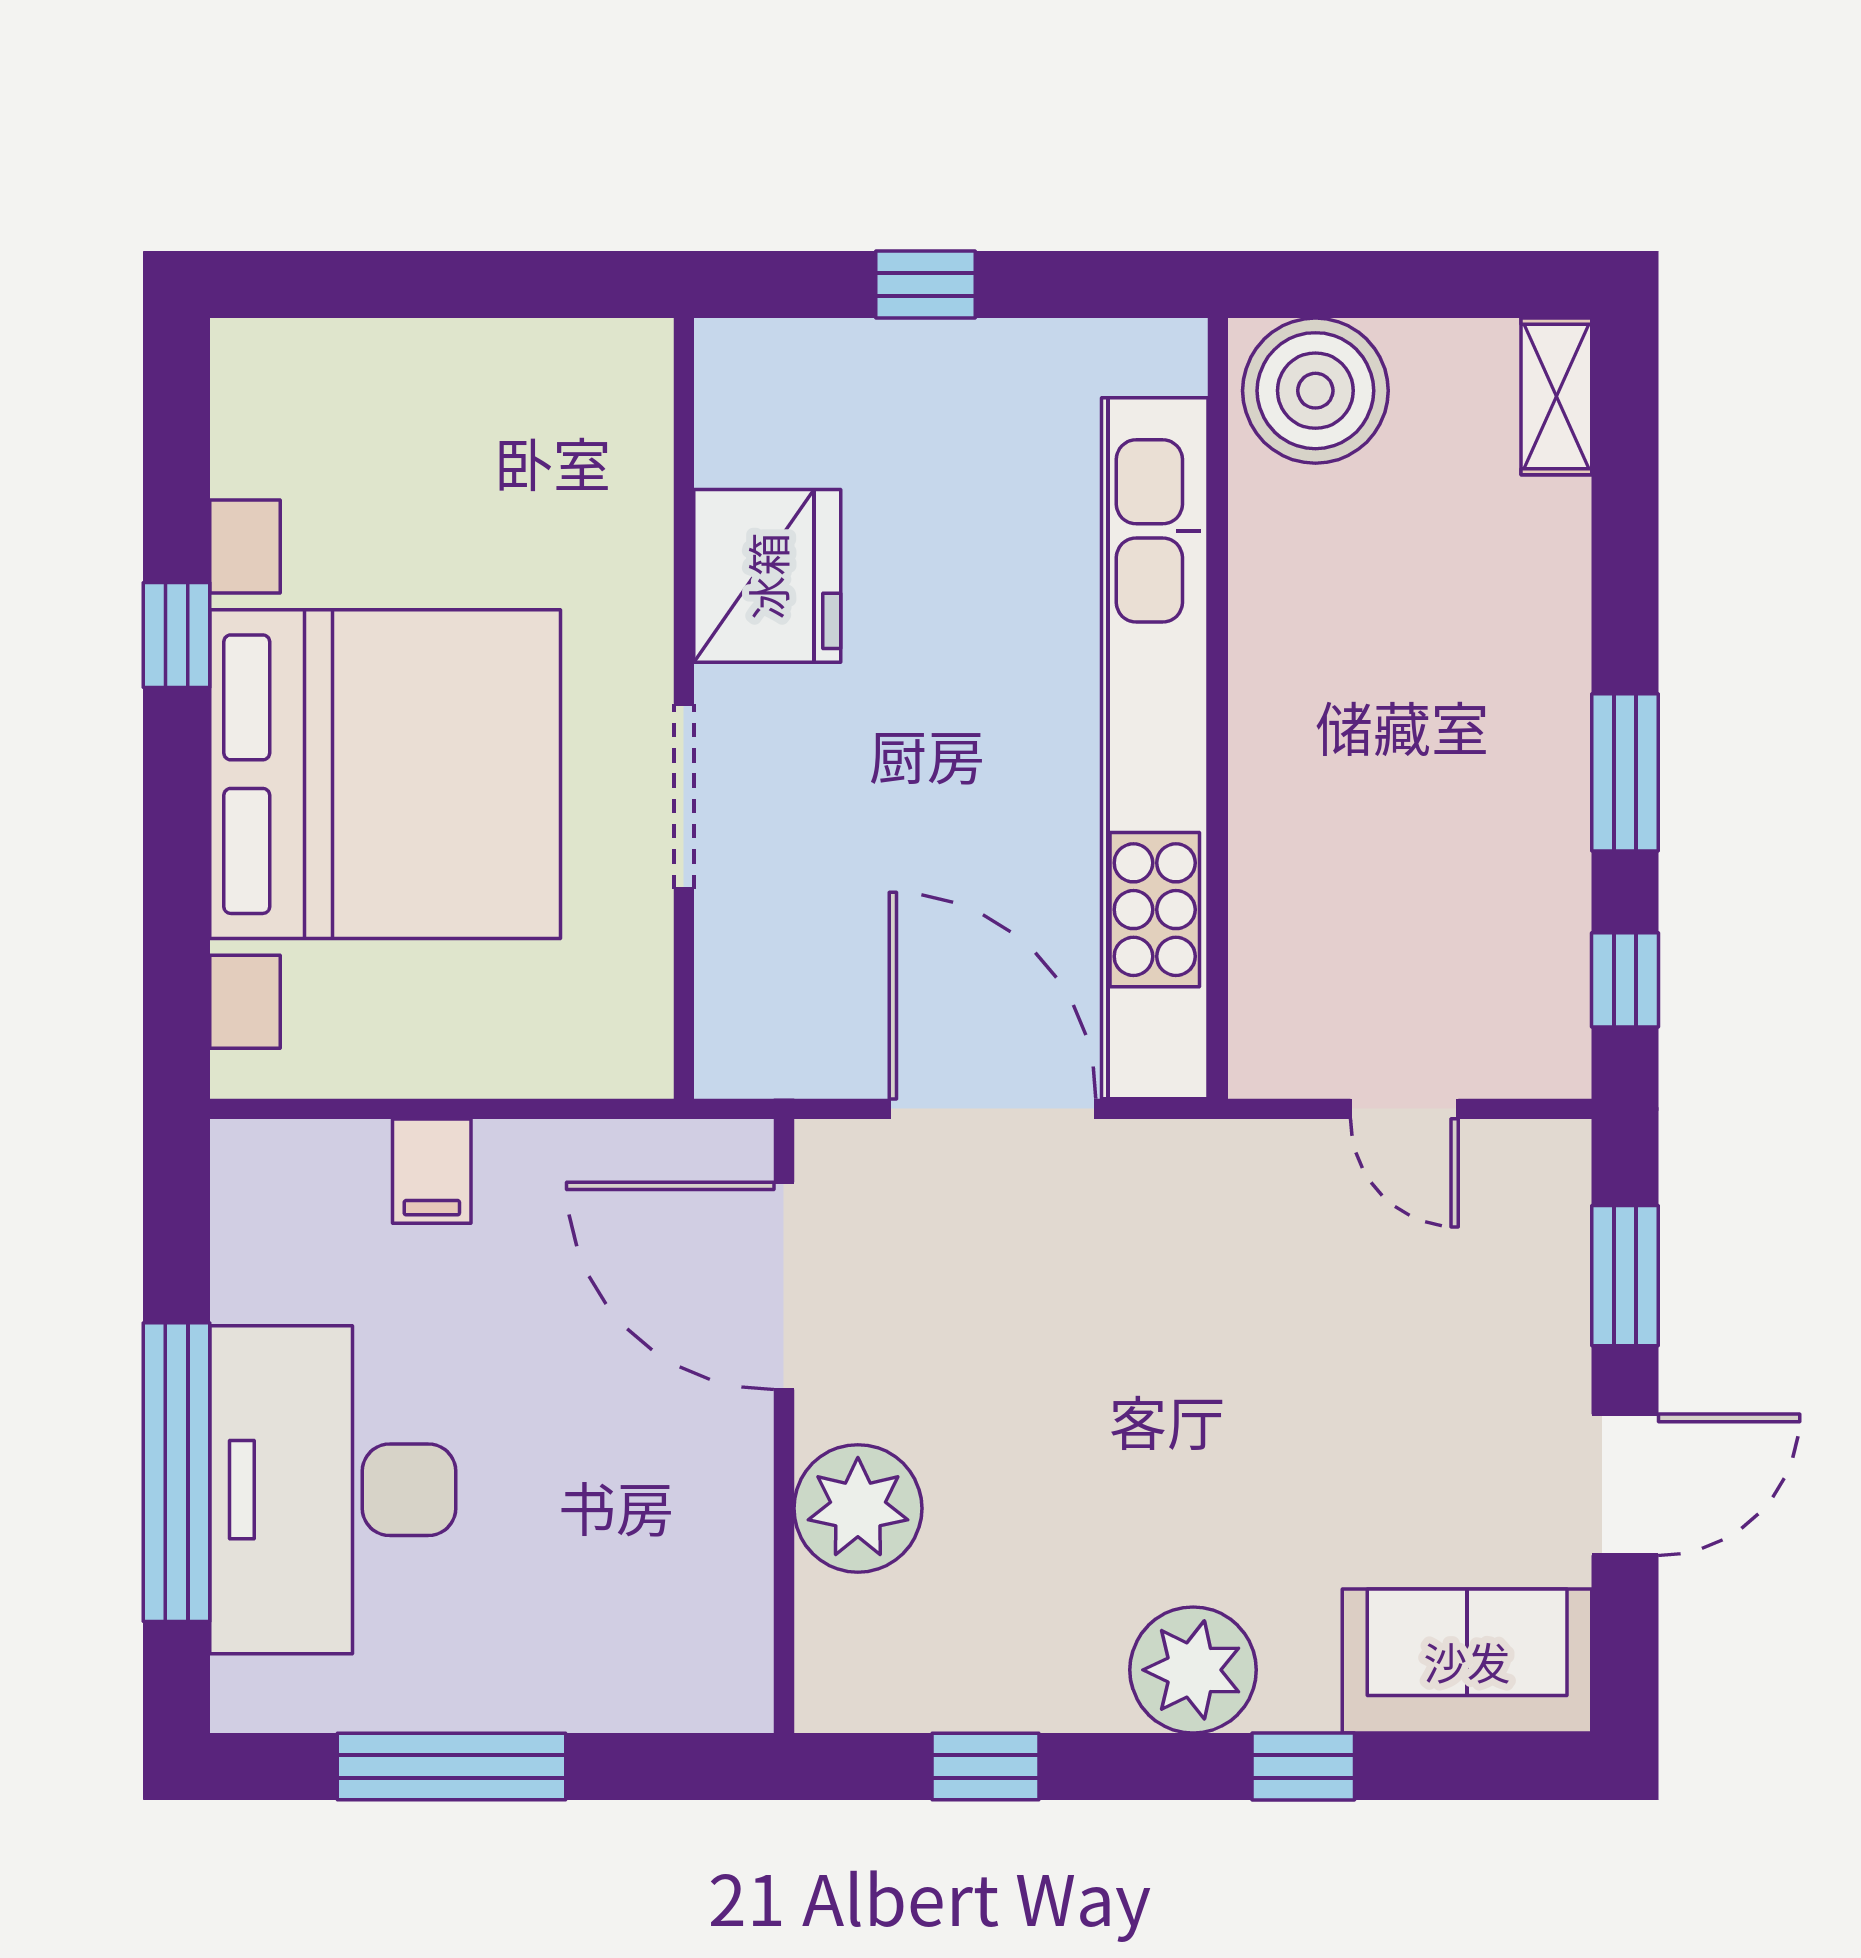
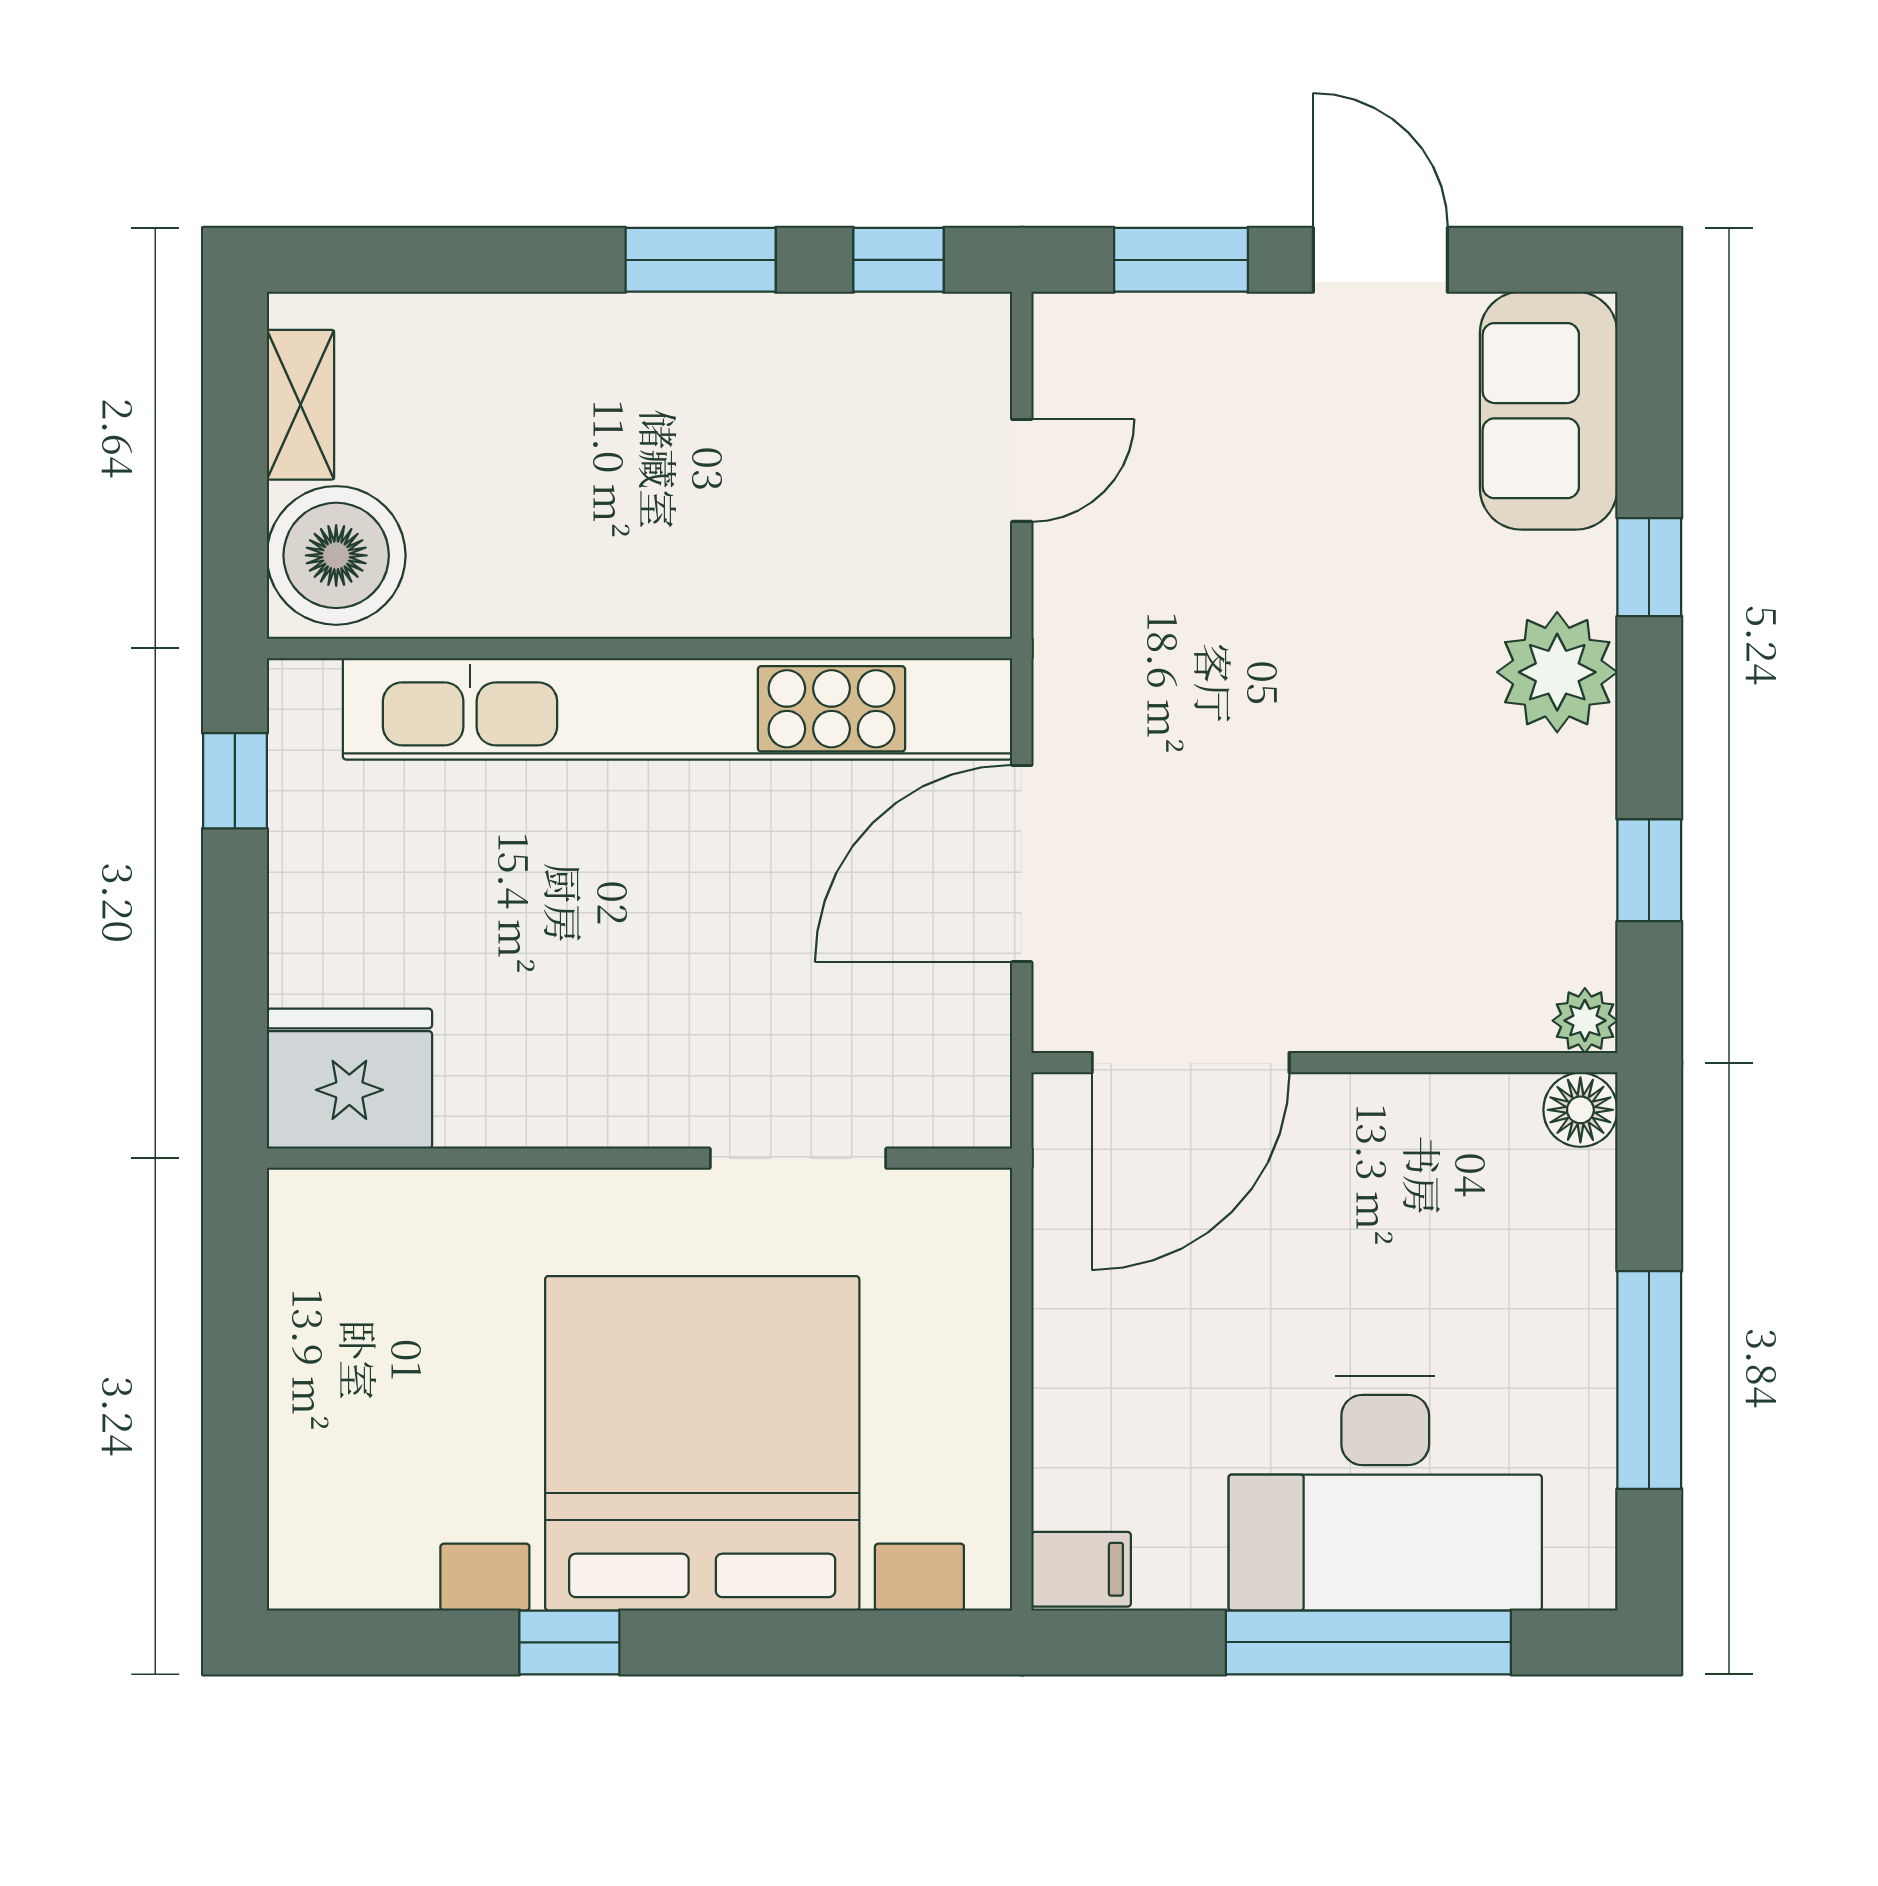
window: (926, 285) -> (235, 781), moved
shelving: (1556, 396) -> (300, 405), moved, turned 90
fridge: (767, 576) -> (349, 1079), moved
doorway: (684, 796) -> (798, 1158), moved
filing cabinet: (432, 1171) -> (1081, 1569), moved
plant: (858, 1508) -> (1585, 1021), moved, width x0.53, depth x0.53
floor lamp: (735, 1694) -> (1580, 1110), added

